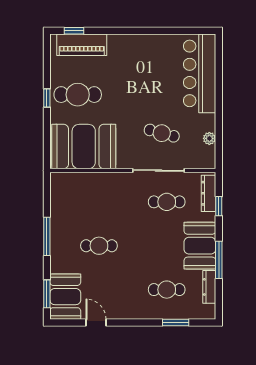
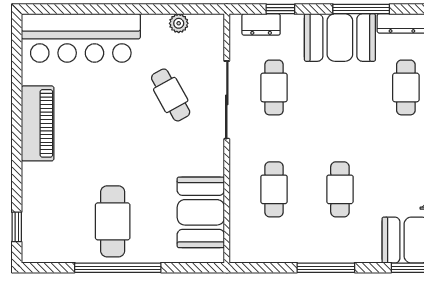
piano: (82, 45) -> (38, 123), moved
window: (47, 98) -> (118, 268), width x3.17
cafe table: (162, 133) -> (171, 95), turned -44
booth: (84, 147) -> (201, 212), width x0.73, depth x0.70
dresser: (209, 193) -> (261, 24), width x0.70
cafe table: (99, 202) -> (274, 189), added

